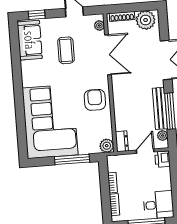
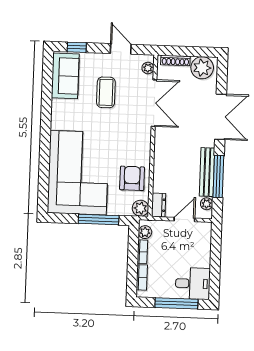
armchair: (95, 100) -> (132, 178), moved
printer: (162, 159) -> (203, 231), removed
plant: (113, 166) -> (145, 232), added

